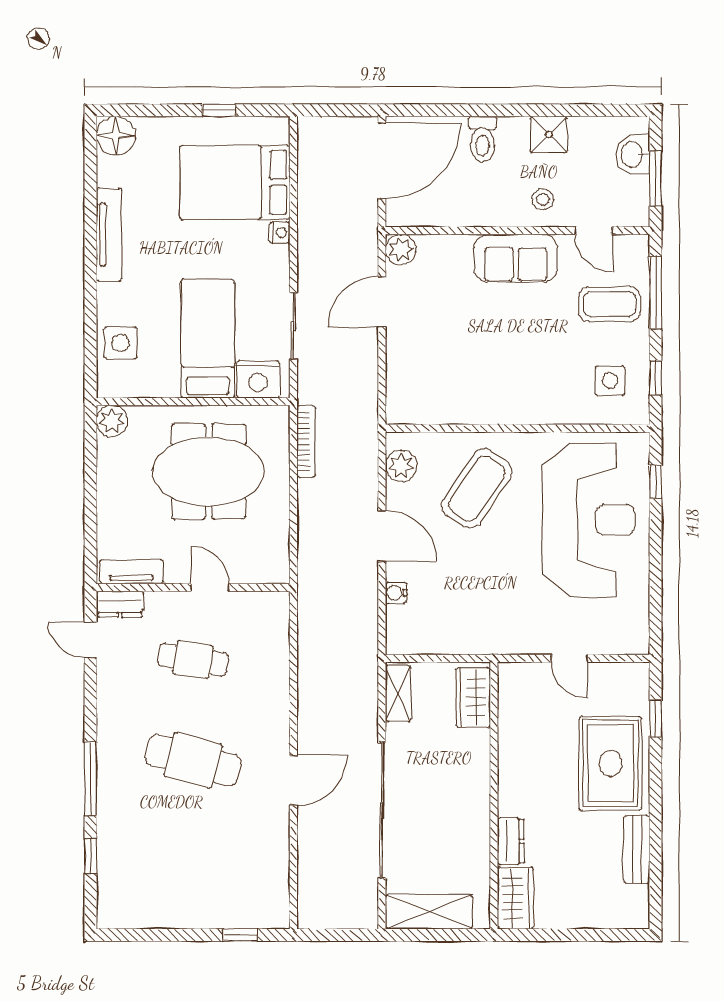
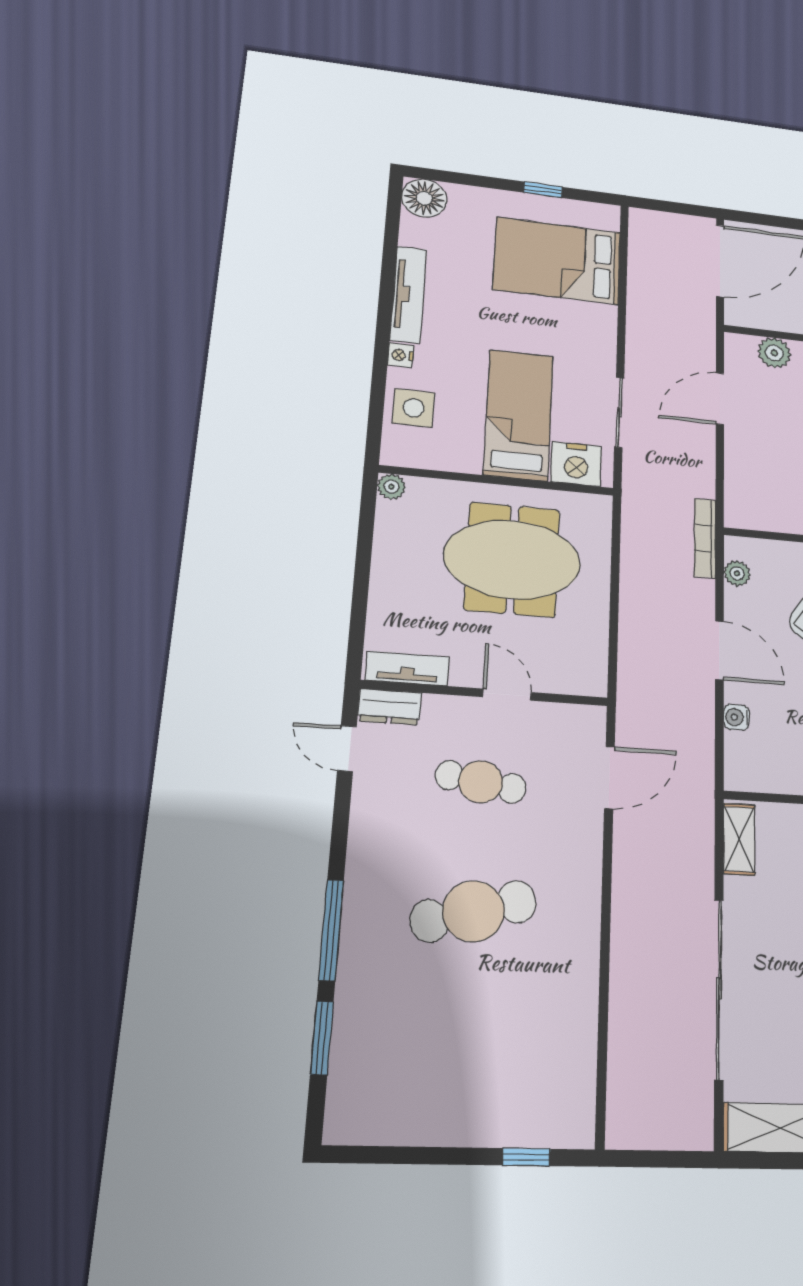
nightstand: (280, 233) -> (400, 355), moved, turned 180
plant: (401, 250) -> (774, 353), moved
plant: (112, 421) -> (391, 487), width x0.73, depth x0.73
bookcase: (306, 442) -> (705, 538), moved, turned 180
plant: (401, 466) -> (737, 573), width x0.73, depth x0.73
cafe table: (193, 760) -> (473, 911), turned -30
door: (293, 780) -> (609, 778), moved
window: (90, 856) -> (322, 1038), width x1.50

